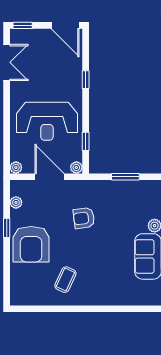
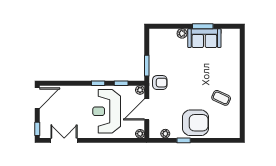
window: (86, 80) -> (98, 83), moved
reception desk: (47, 121) -> (107, 111), turned 180
window: (125, 177) -> (147, 66), moved
armchair: (84, 218) -> (160, 83), moved, turned -82

